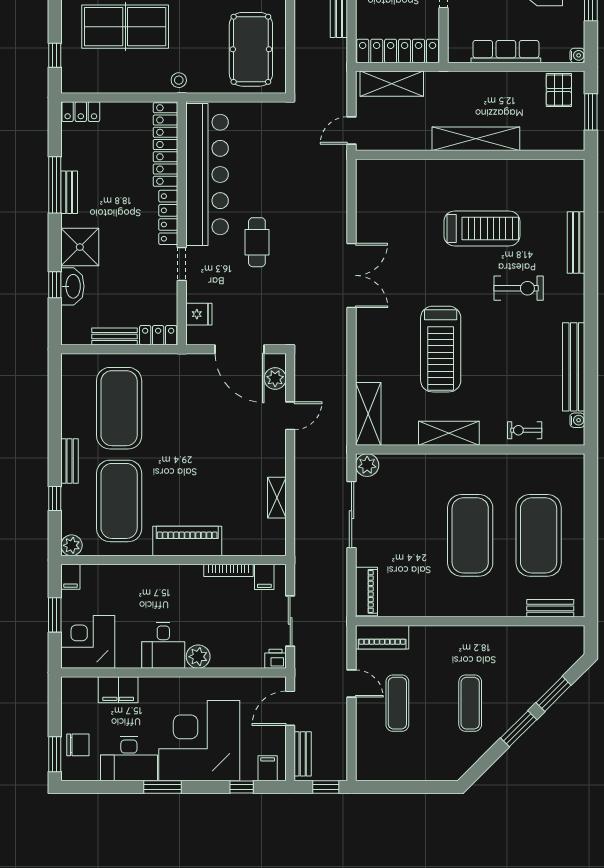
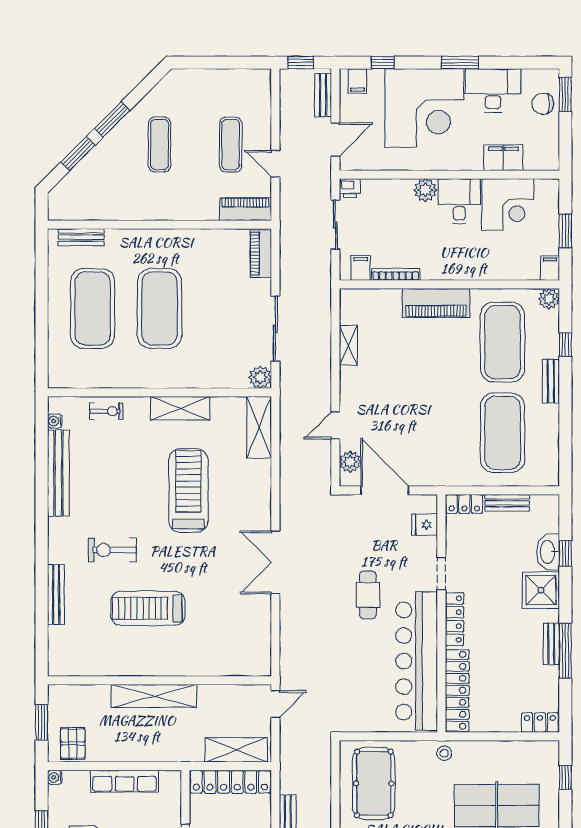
corner desk: (88, 642) -> (508, 204), moved

